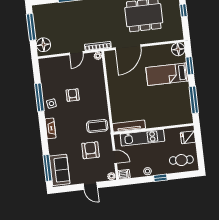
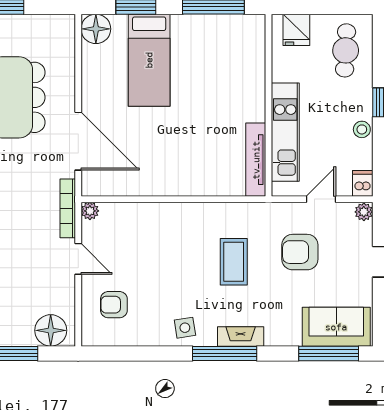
armchair: (73, 95) -> (114, 305), moved
window: (39, 97) -> (225, 353), moved
coffee table: (97, 126) -> (234, 262), moved

